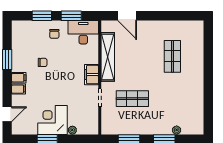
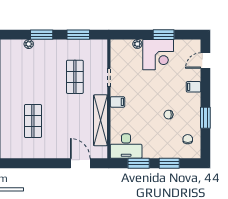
chair: (54, 34) -> (188, 139), moved
filing cabinet: (91, 75) -> (117, 102), width x0.50
filing cabinet: (19, 78) -> (193, 99), removed
shop shelf: (132, 99) -> (75, 77), turned 90

